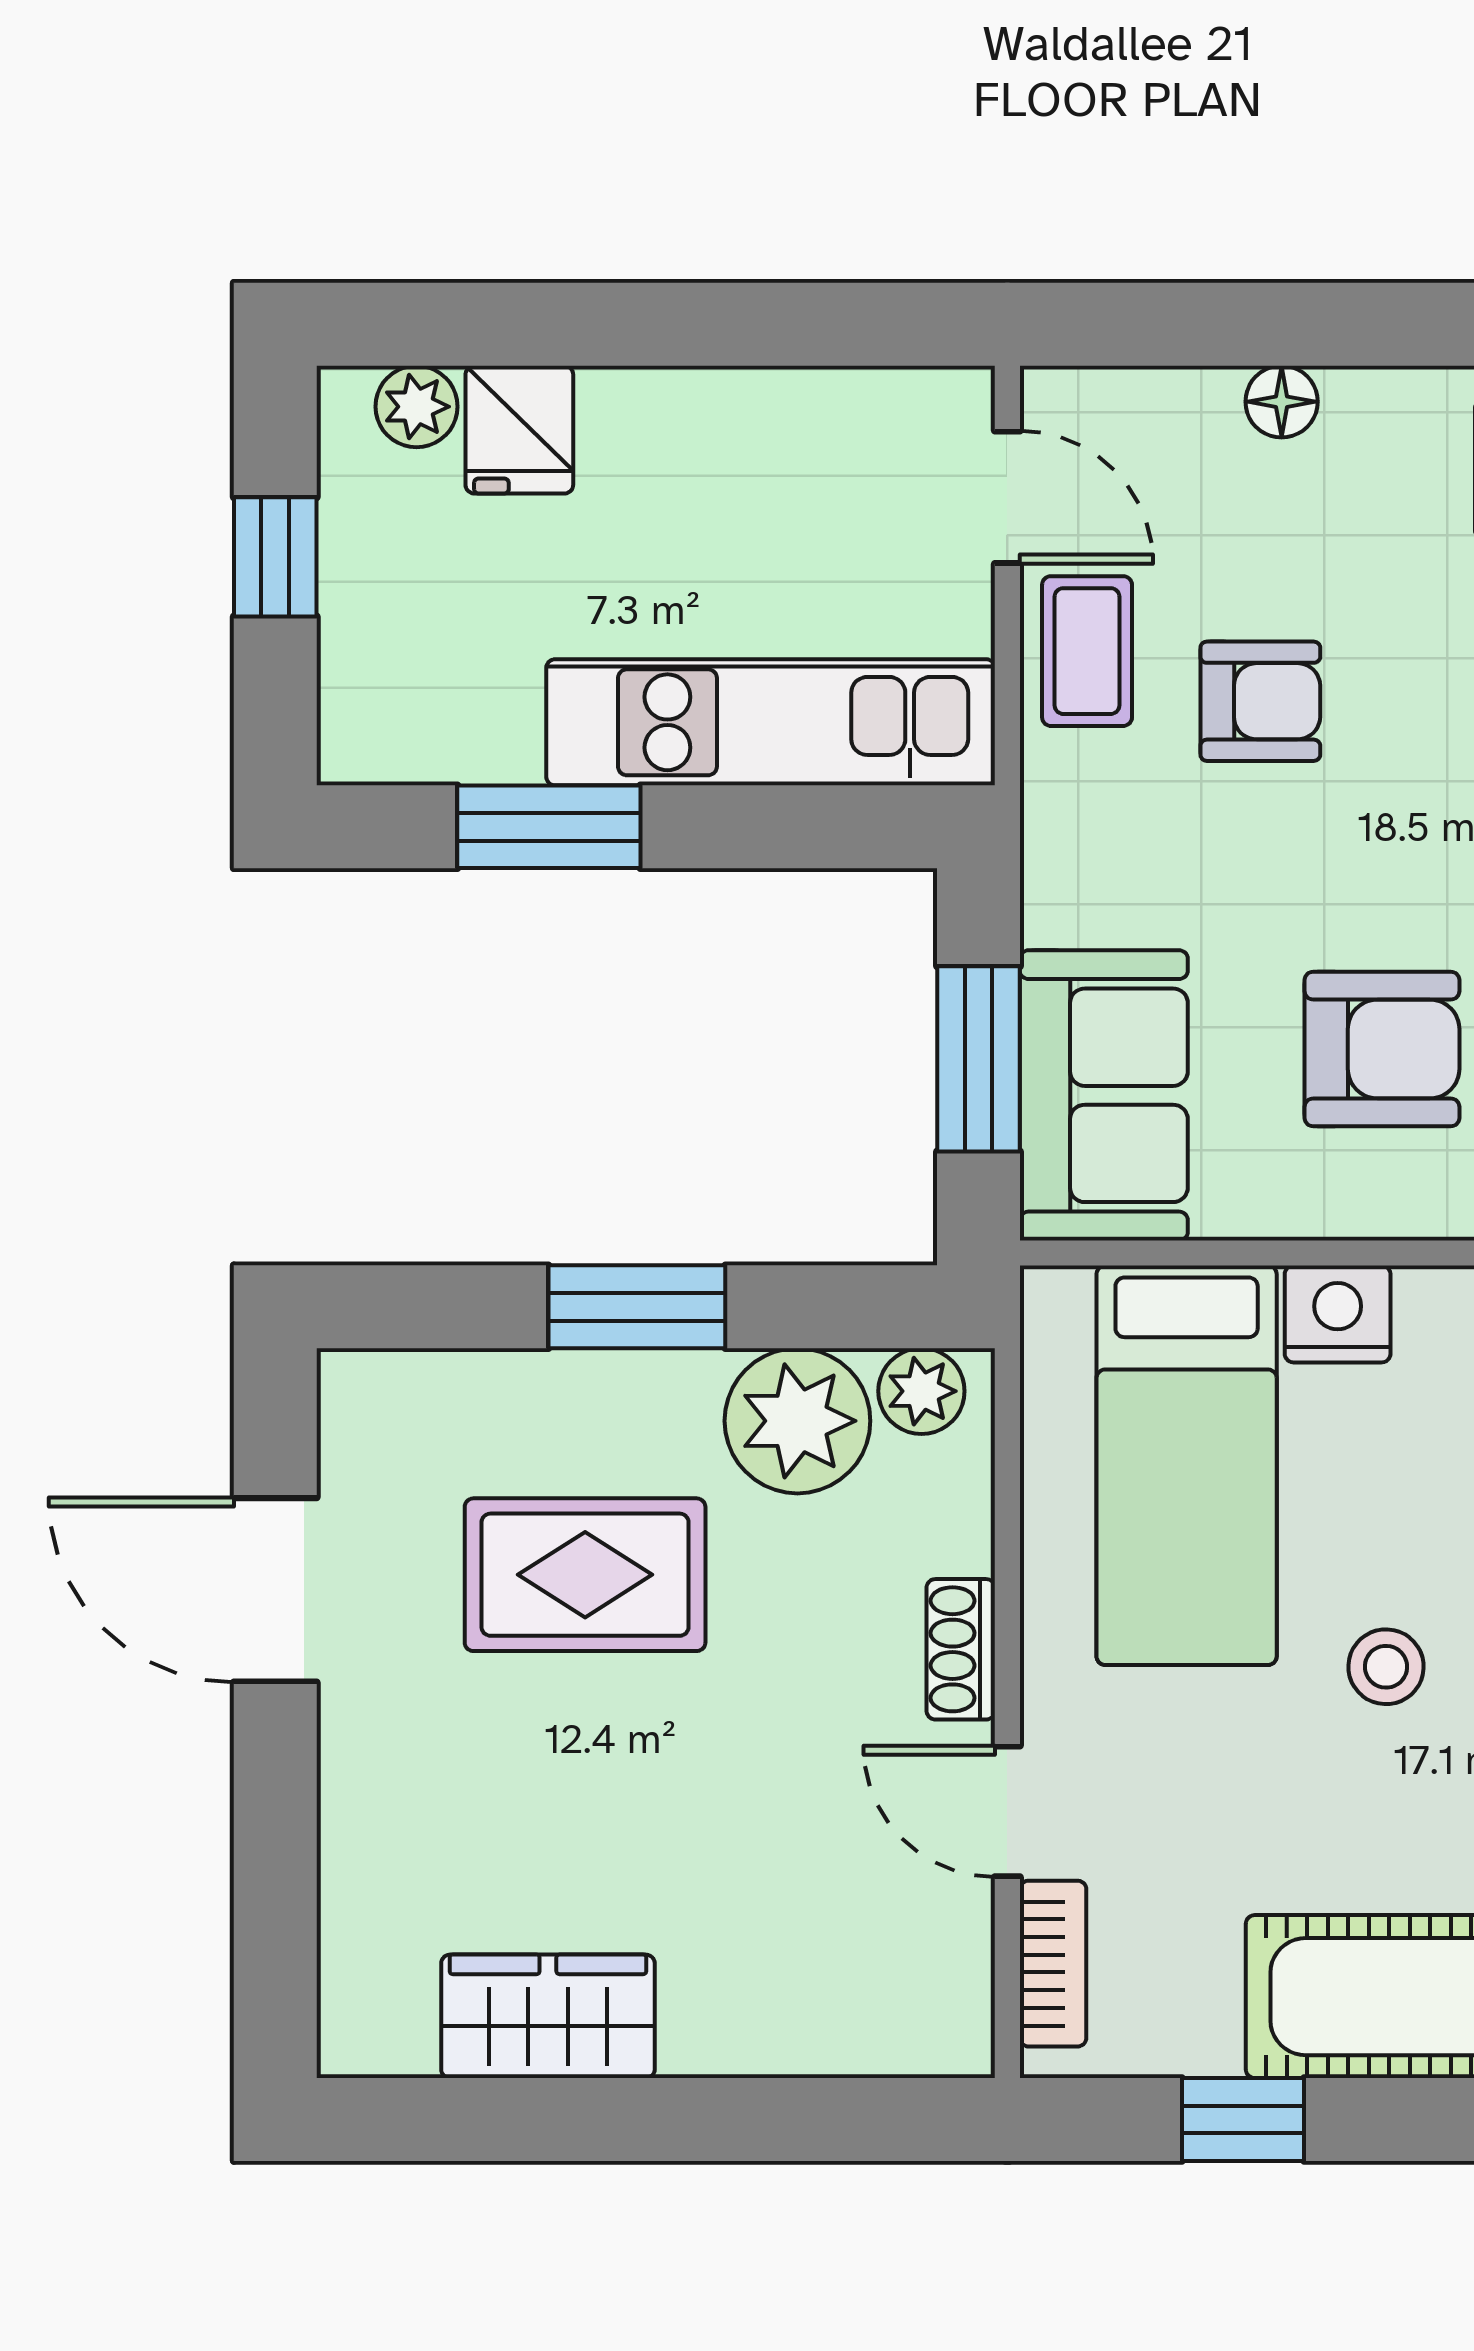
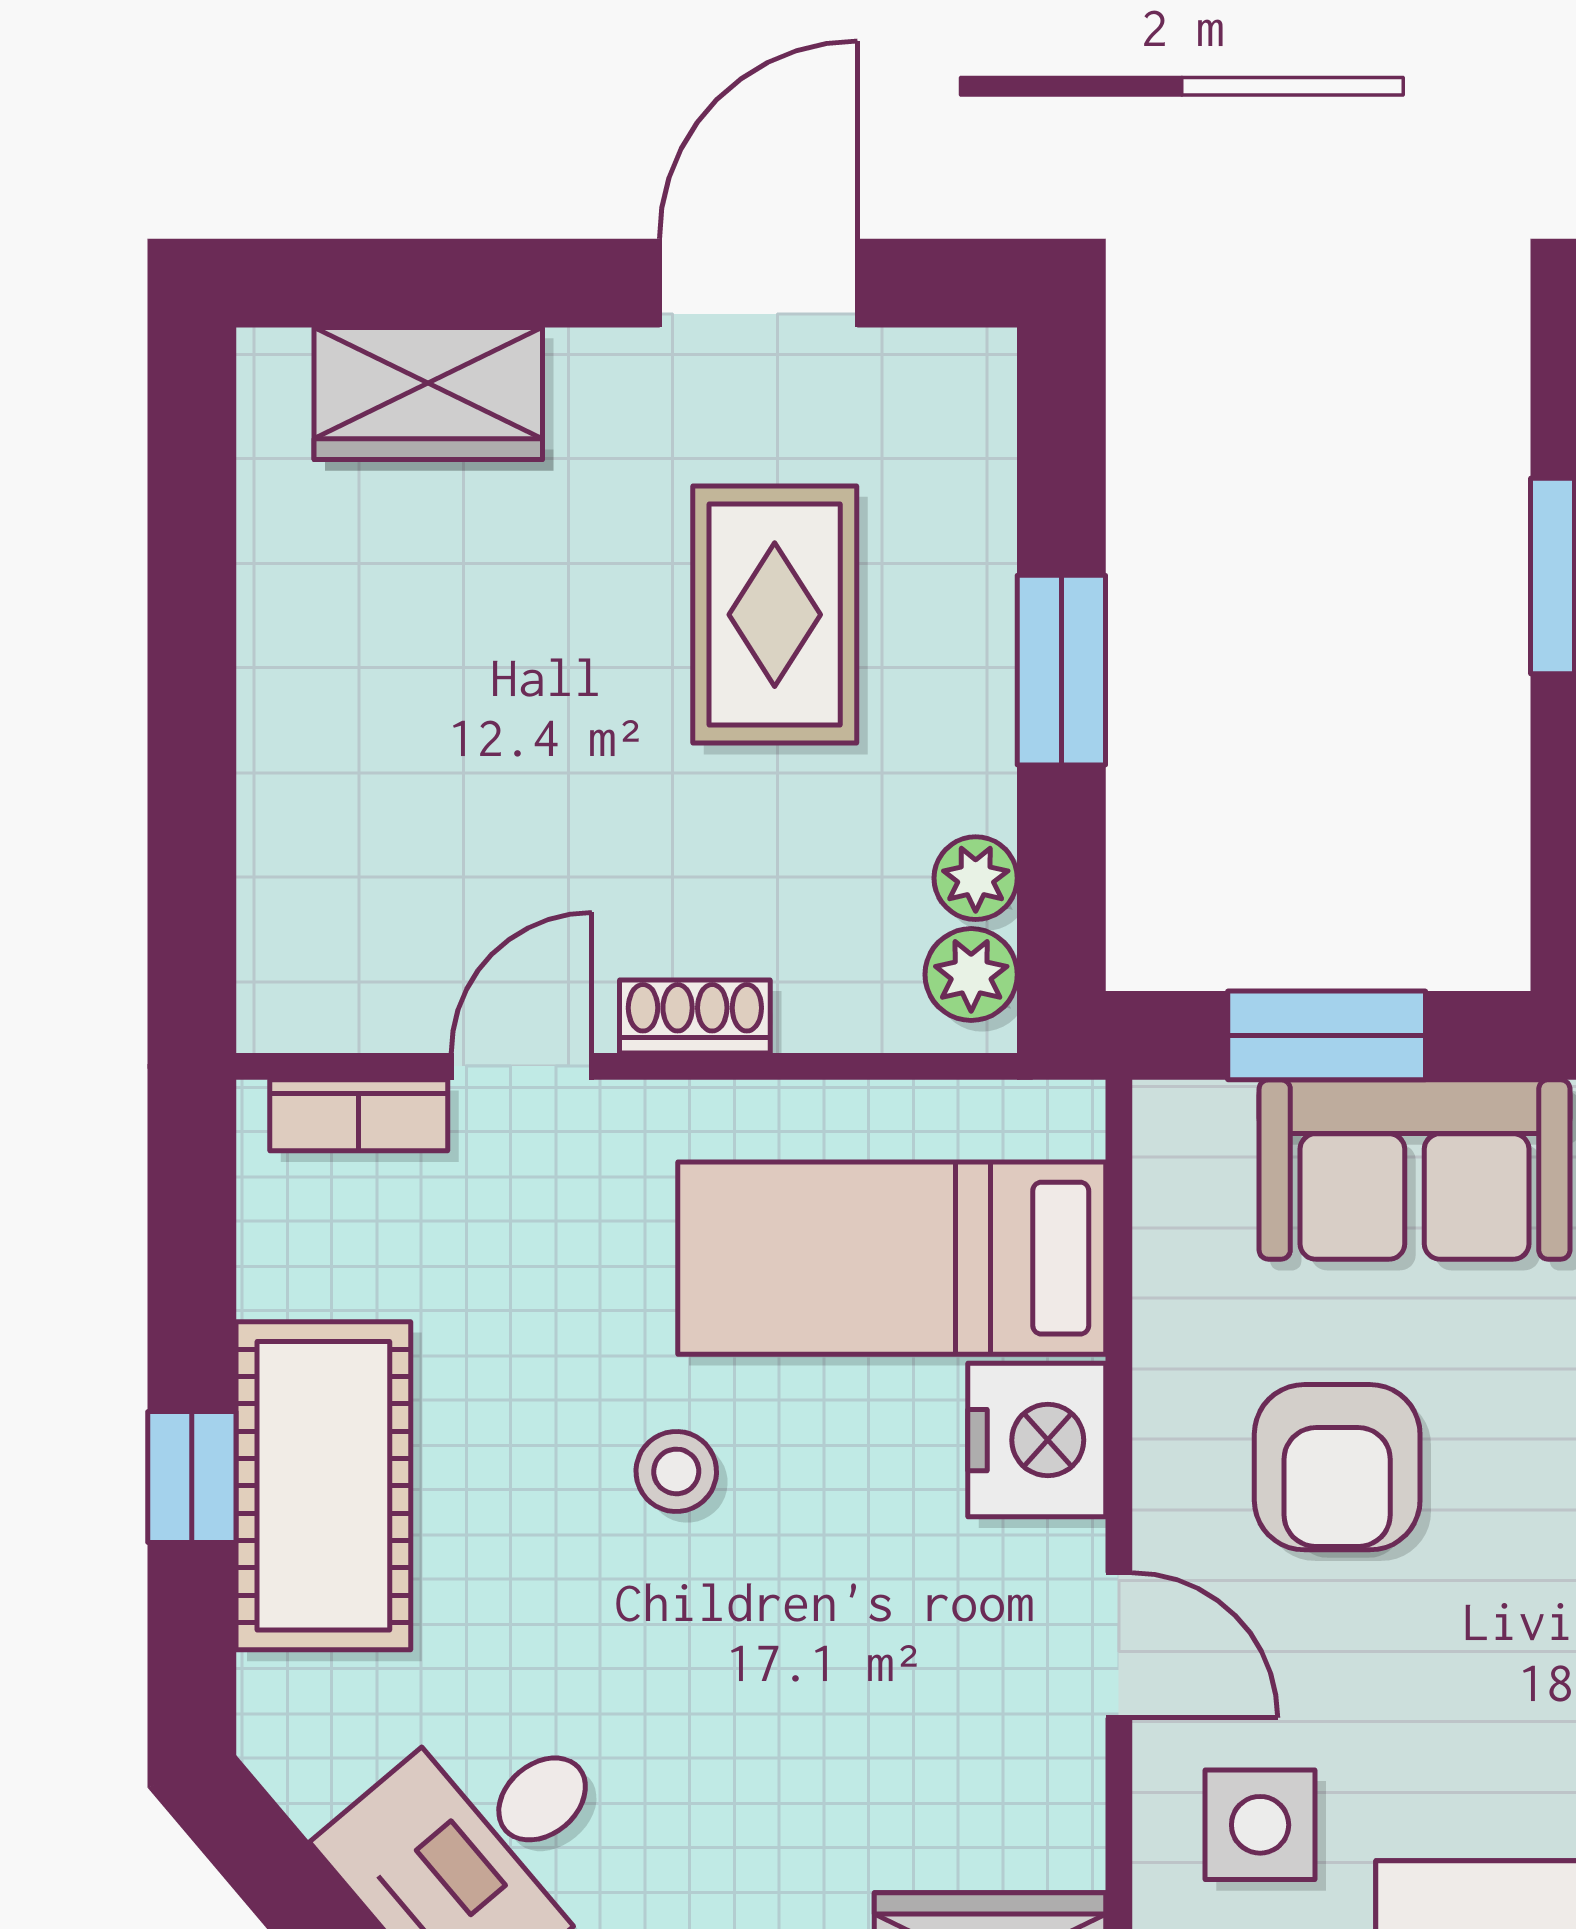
sofa: (1104, 1095) -> (1415, 1169), moved
nightstand: (1338, 1314) -> (1037, 1440), width x1.36, depth x1.33
plant: (797, 1421) -> (976, 878), width x0.53, depth x0.53
wardrobe: (548, 2016) -> (428, 393), moved, turned 90
window: (1243, 2120) -> (192, 1477), moved

